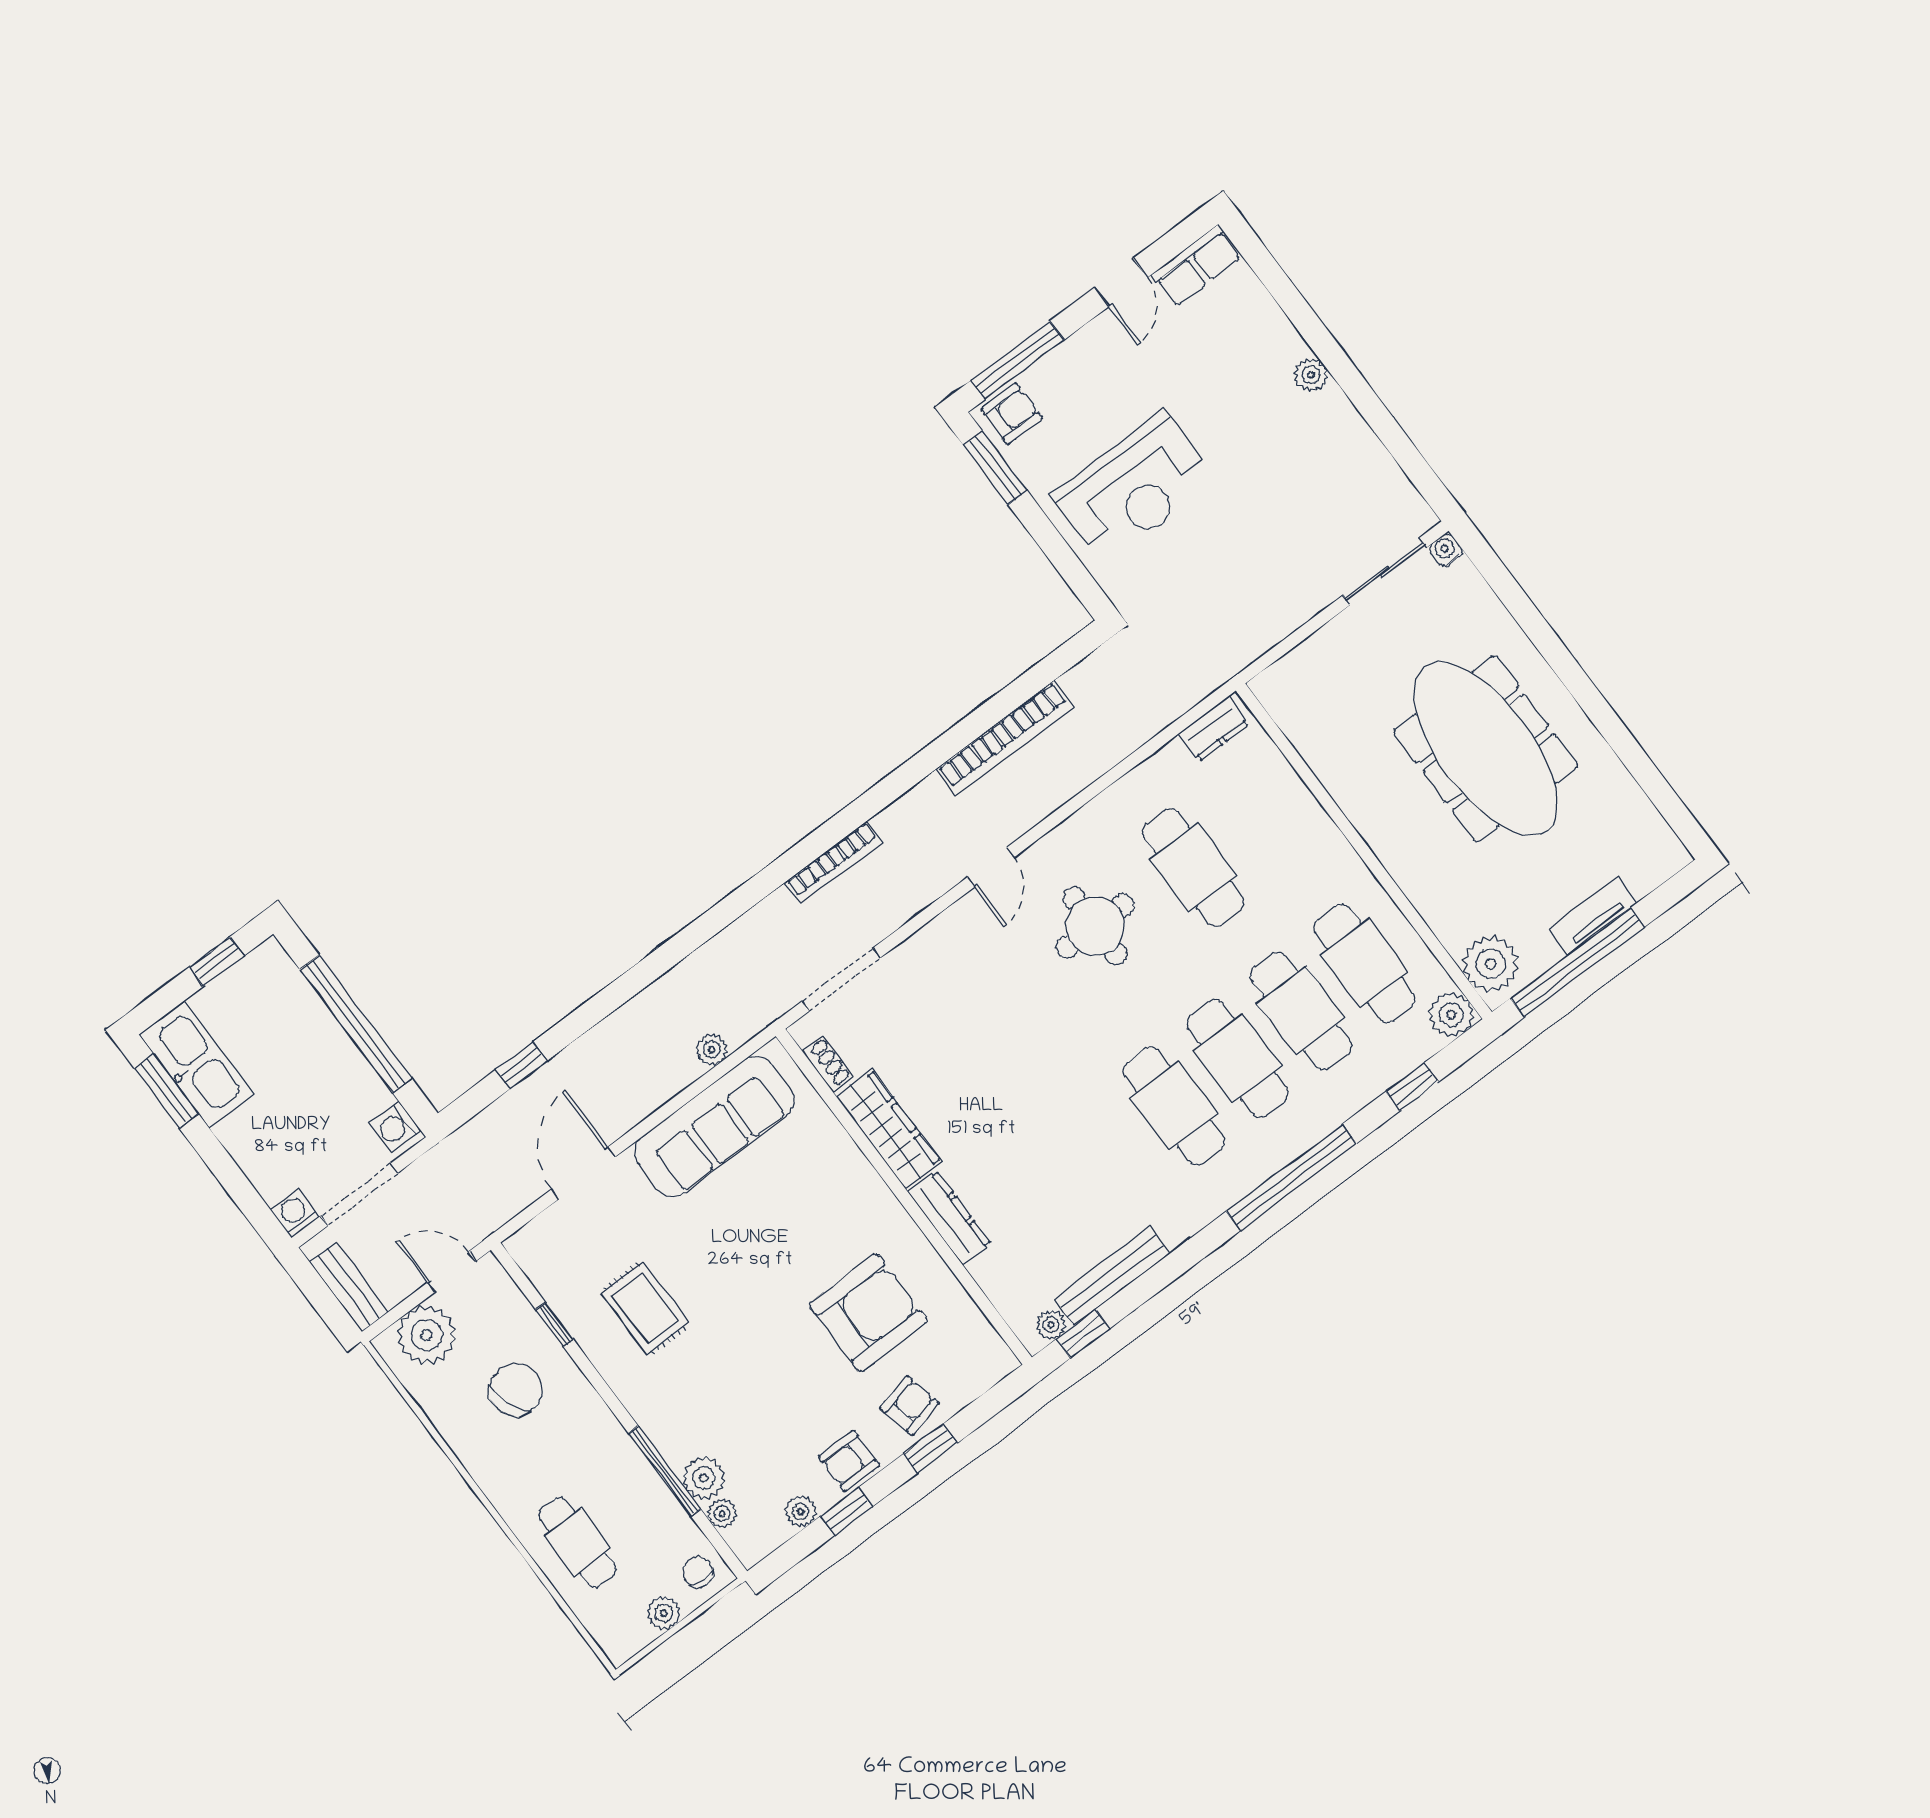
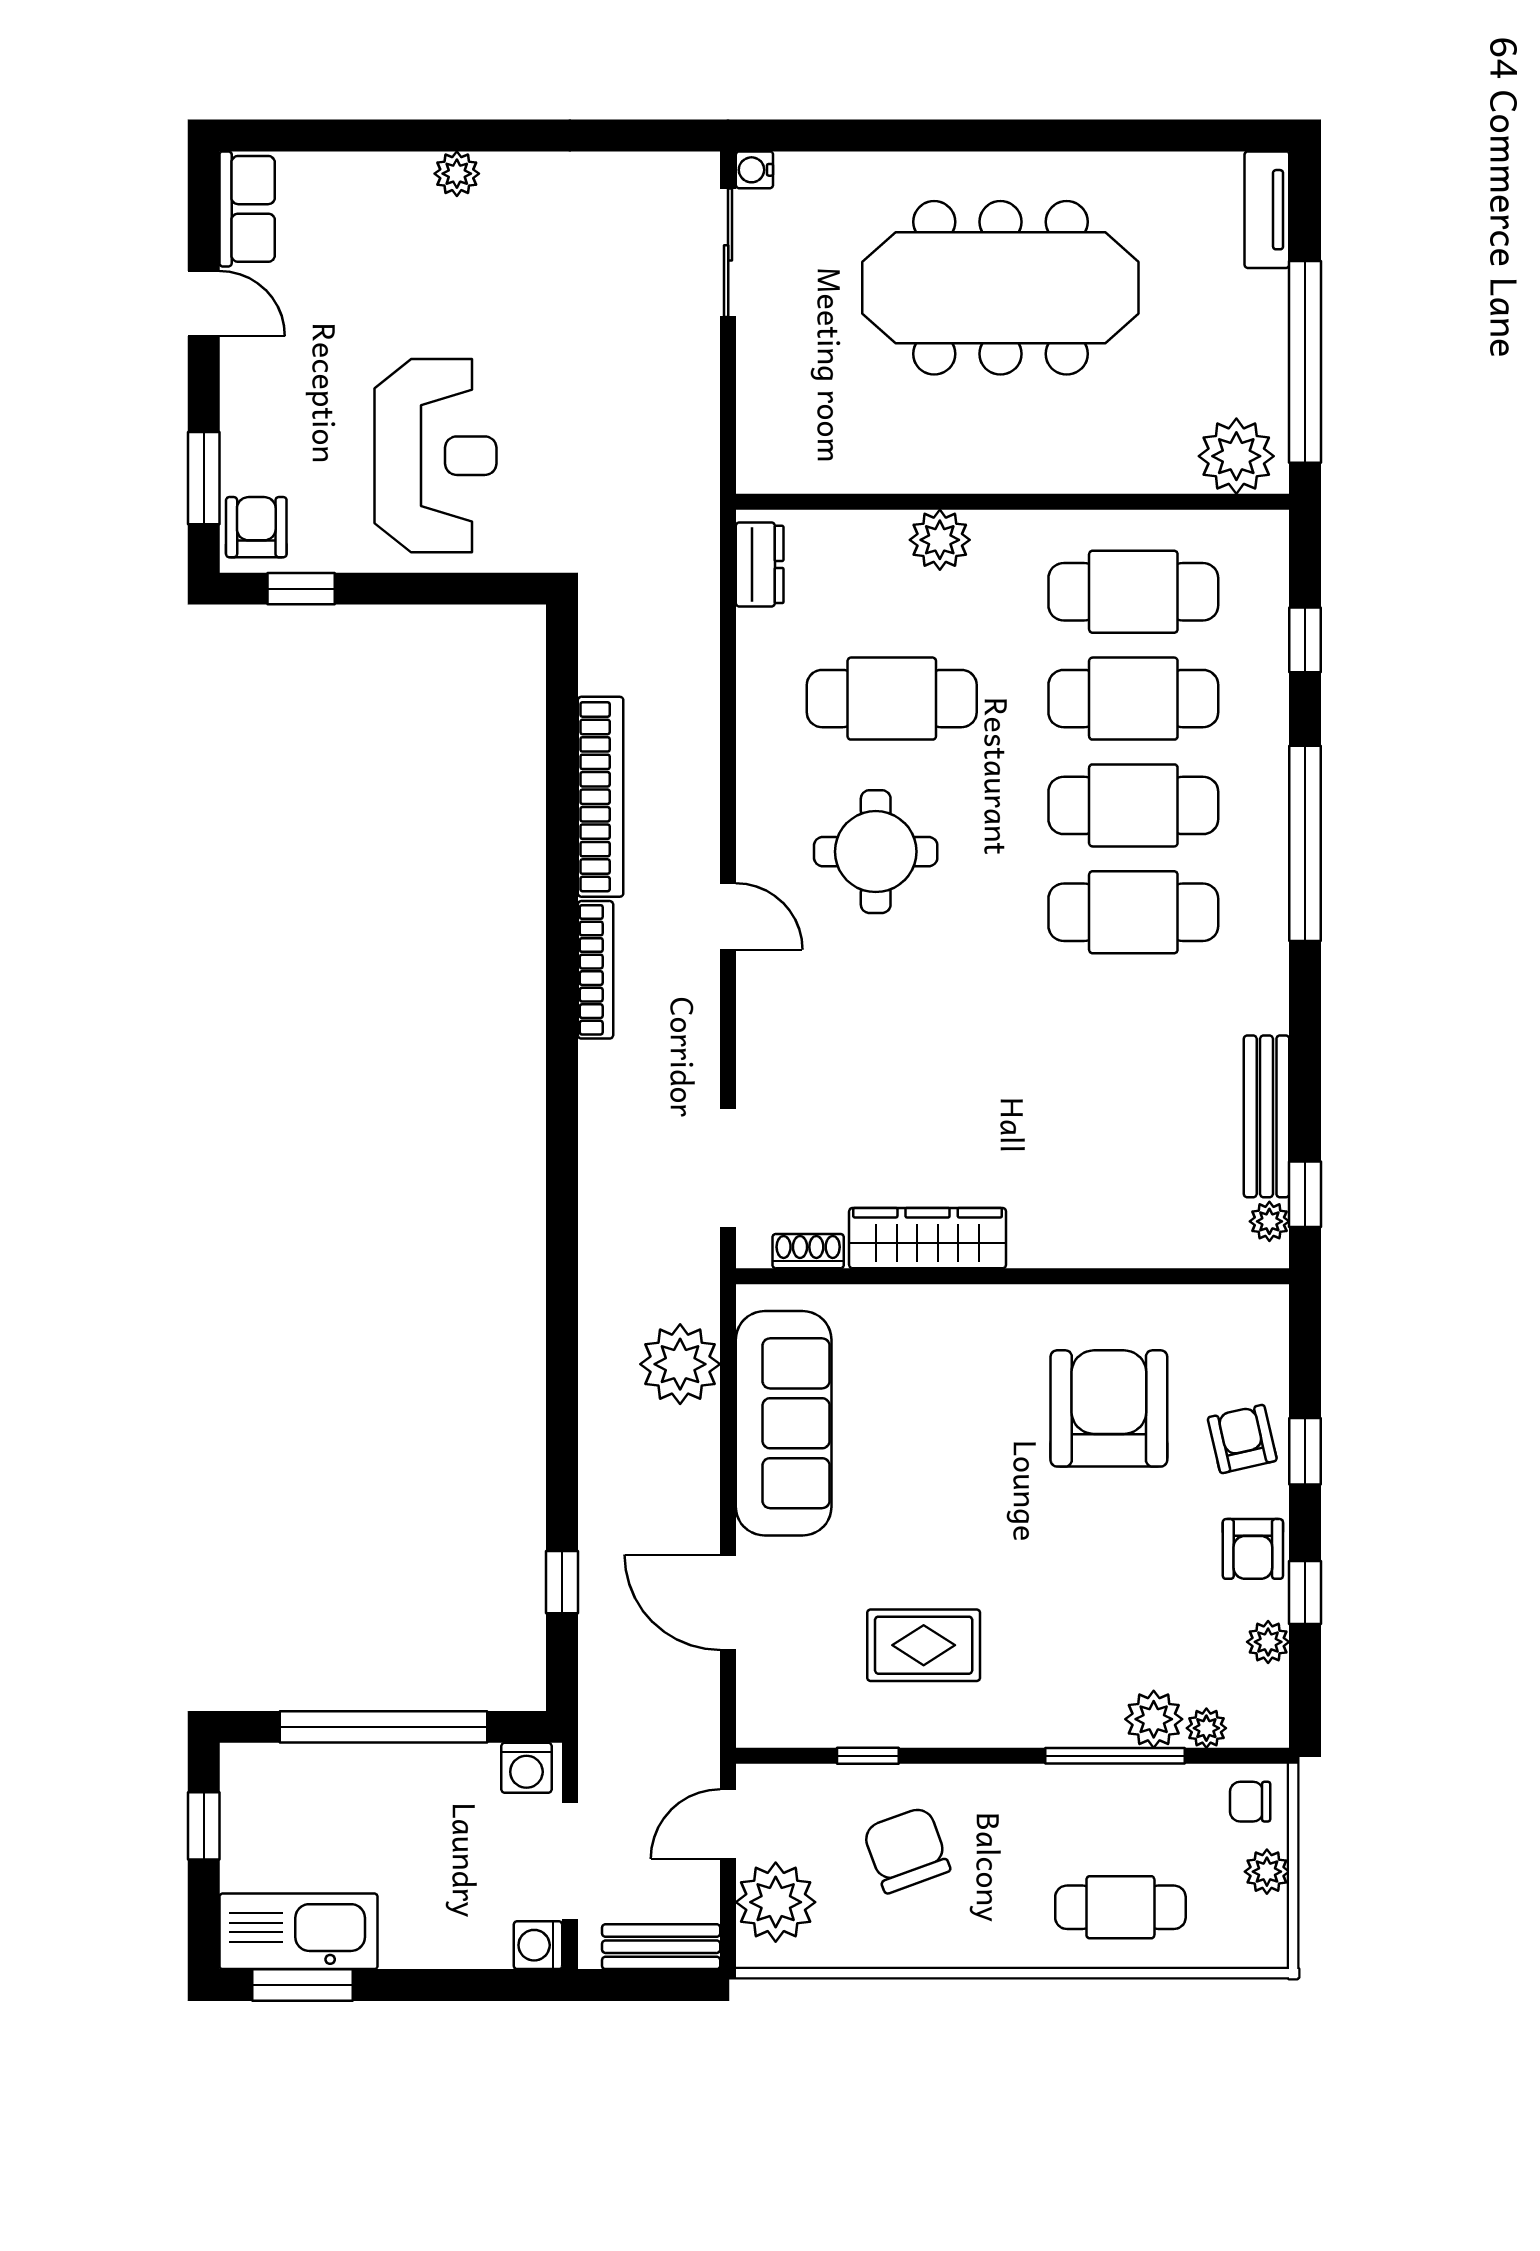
window: (1017, 360) -> (204, 478), width x0.69
window: (995, 467) -> (301, 589), width x0.67
bookcase: (833, 862) -> (595, 970), moved
tv unit: (1593, 915) -> (1267, 210), moved
plant: (1451, 1015) -> (940, 540), moved
plant: (712, 1049) -> (680, 1364), width x1.87, depth x1.87
dresser: (949, 1218) -> (1072, 1244), removed

